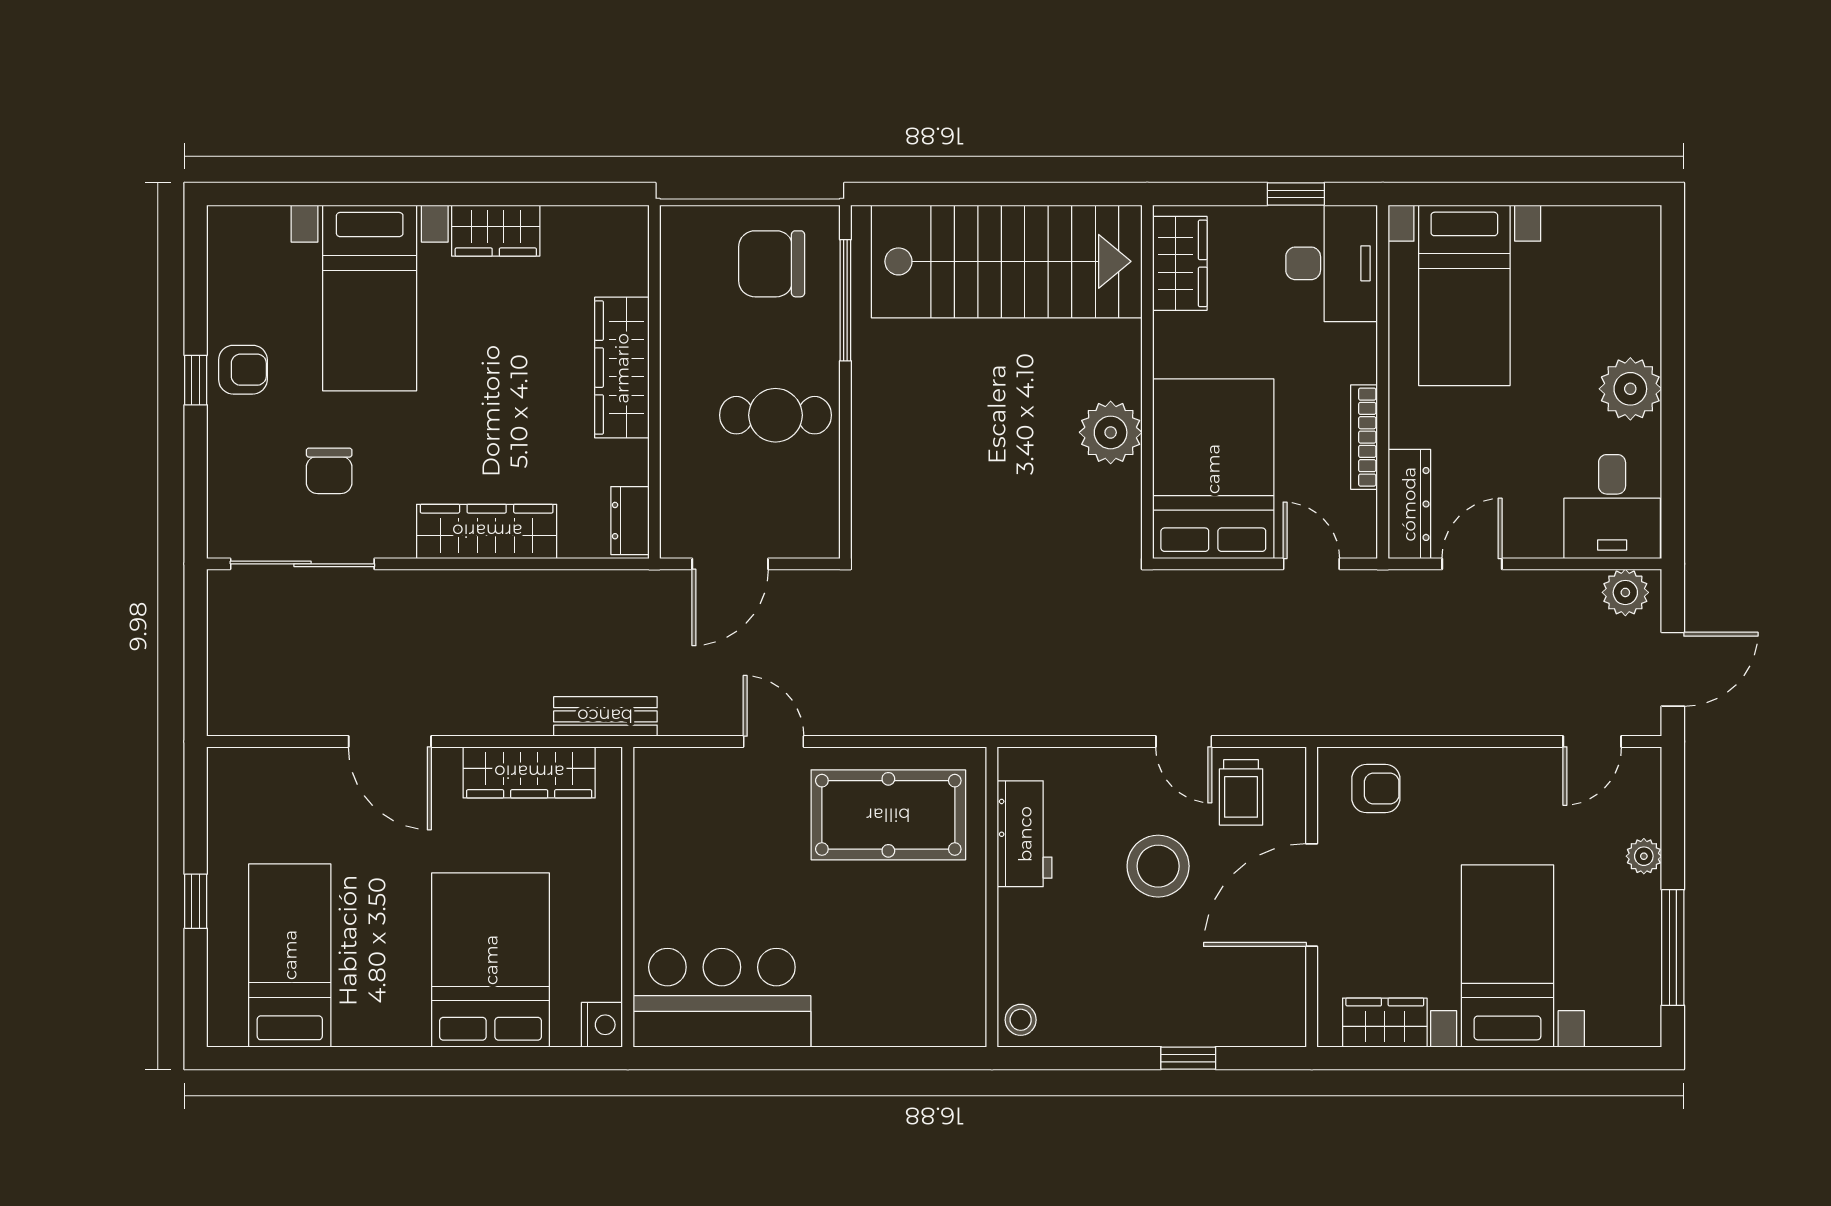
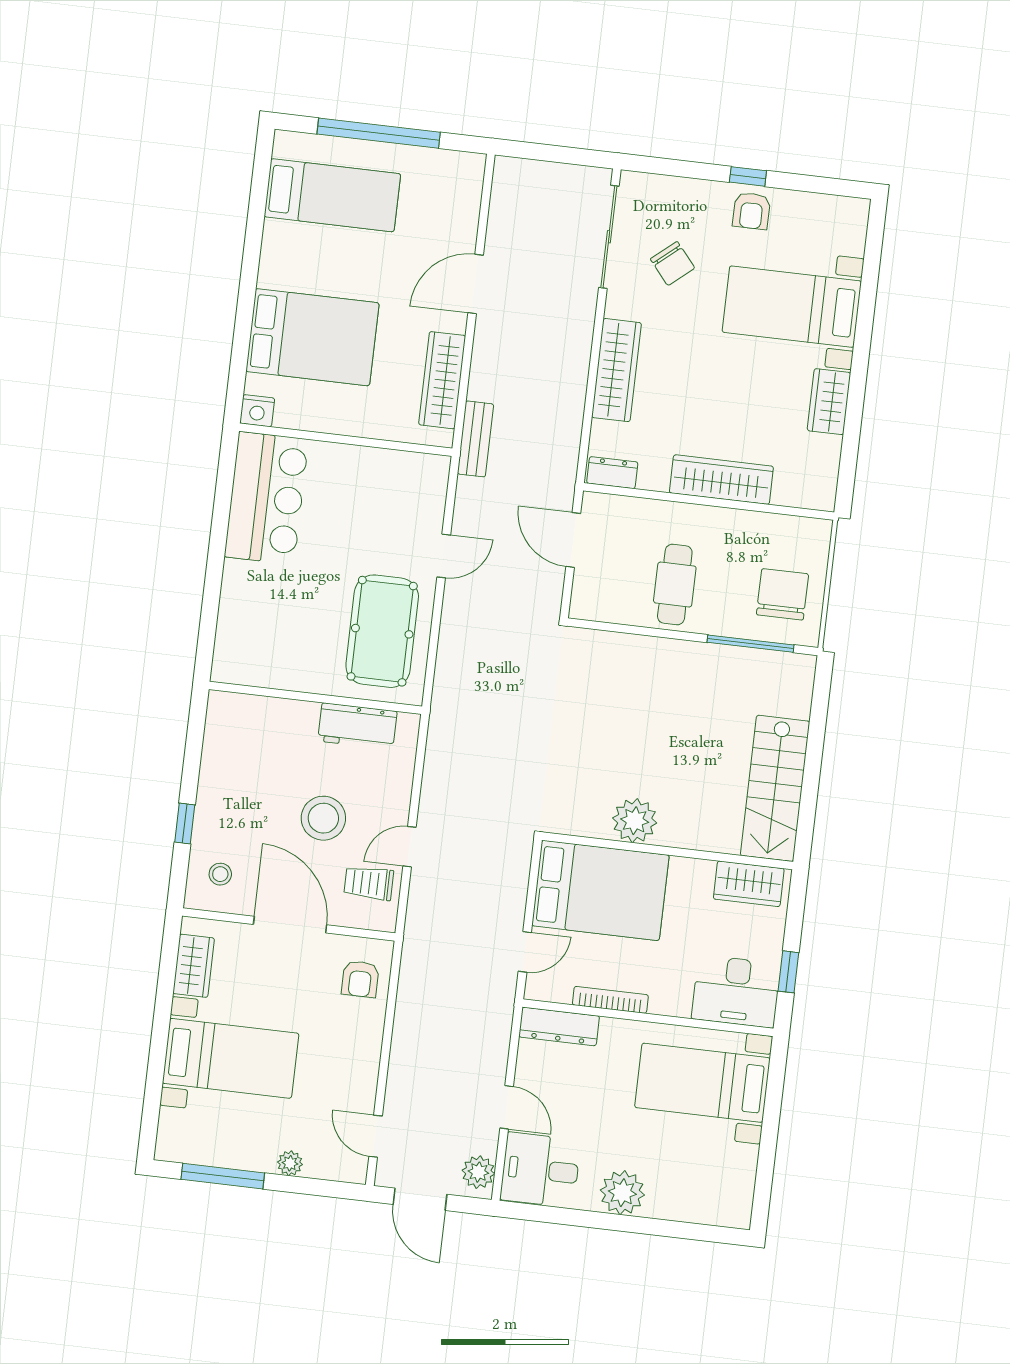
stairs: (1007, 261) -> (775, 788), width x0.73, depth x0.66
chair: (329, 471) -> (673, 263), turned -130
door: (1472, 564) -> (507, 1107), moved
window: (196, 901) -> (379, 133), width x3.17
stool: (1021, 1020) -> (220, 874), moved

